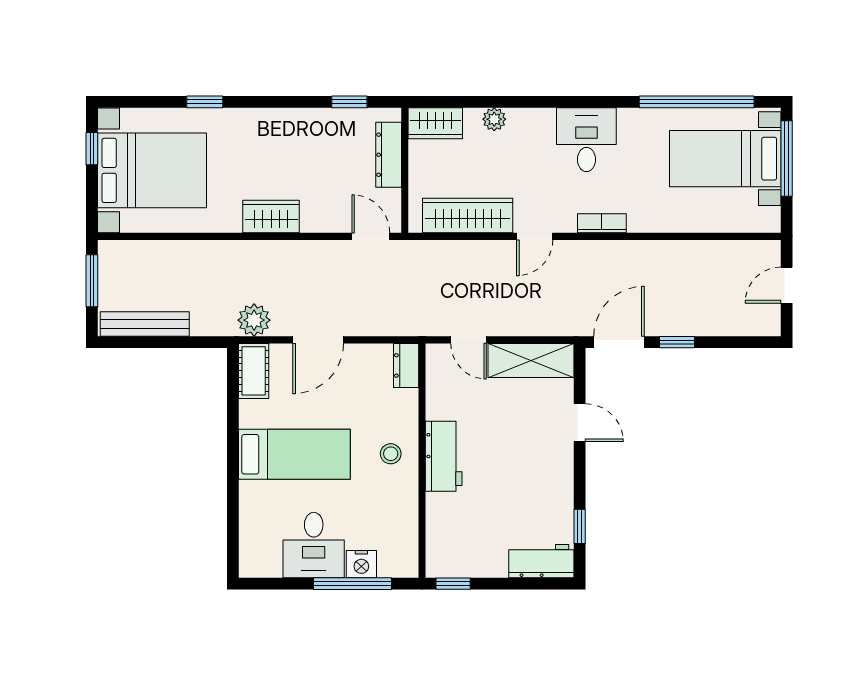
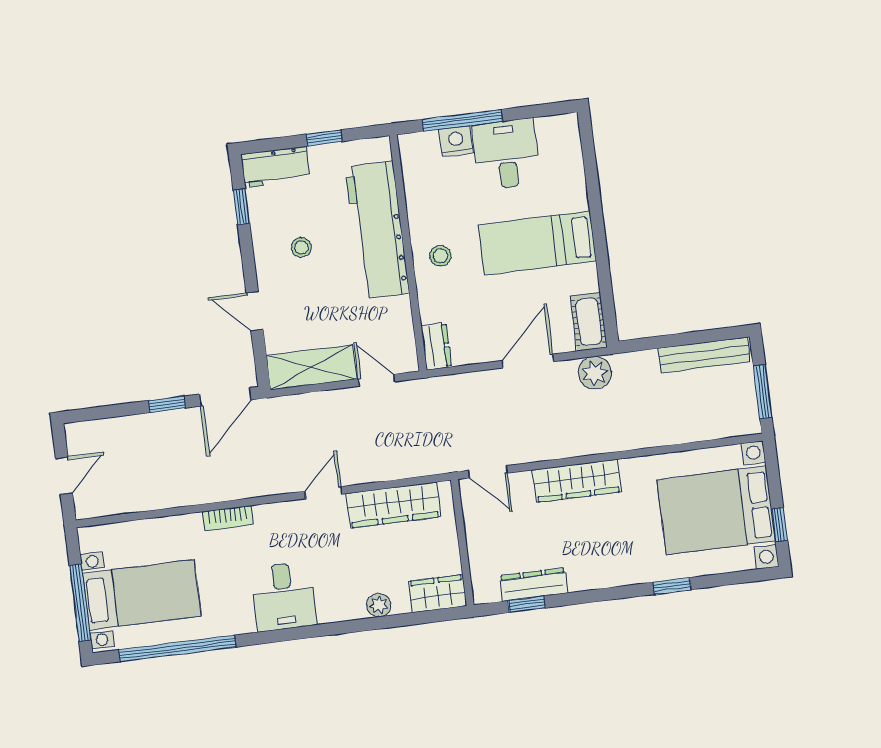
dresser: (389, 155) -> (534, 584), moved, turned -90
wardrobe: (271, 217) -> (577, 481), width x1.50
bookcase: (602, 223) -> (228, 518), moved
workbench: (444, 456) -> (377, 230), width x1.88, depth x1.32
stool: (526, 479) -> (301, 247), added
window: (453, 584) -> (324, 138), moved

